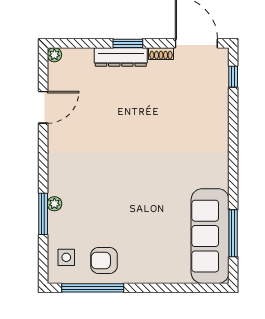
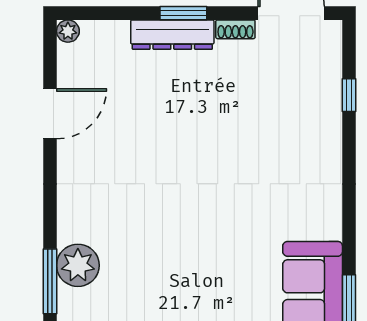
window: (233, 77) -> (349, 95), moved
plant: (54, 204) -> (78, 265), width x1.88, depth x1.88

